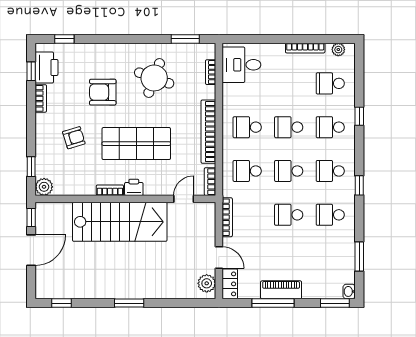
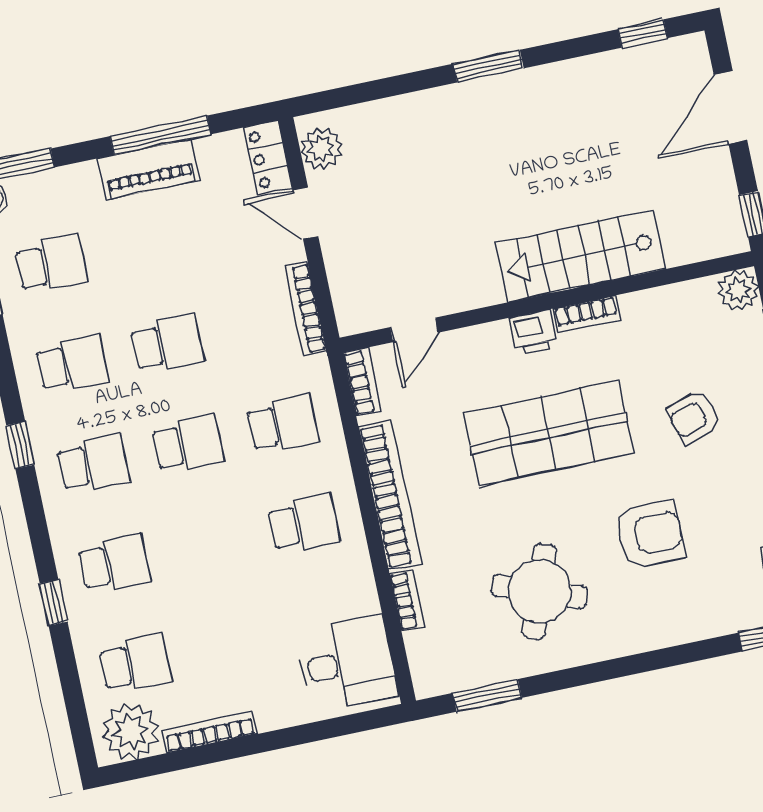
plant: (338, 50) -> (130, 732), width x1.88, depth x1.88
bookcase: (211, 72) -> (407, 600), moved
school desk: (289, 127) -> (51, 264), moved
stairs: (120, 222) -> (581, 256), width x0.73, depth x0.66
door: (31, 250) -> (731, 108), moved

